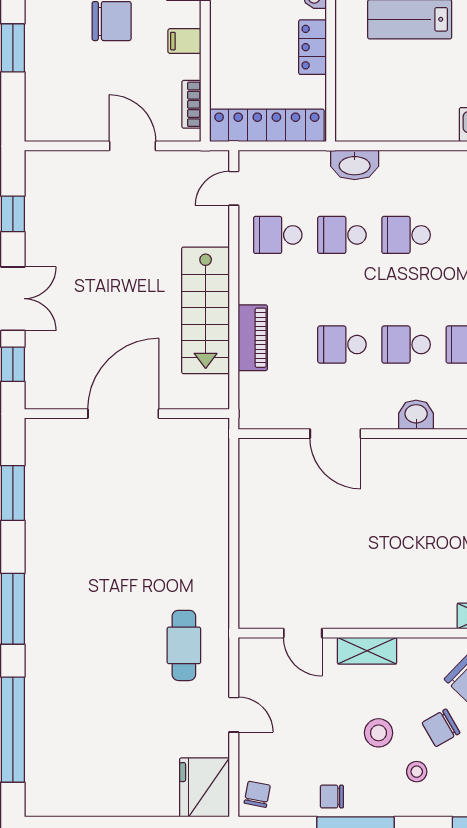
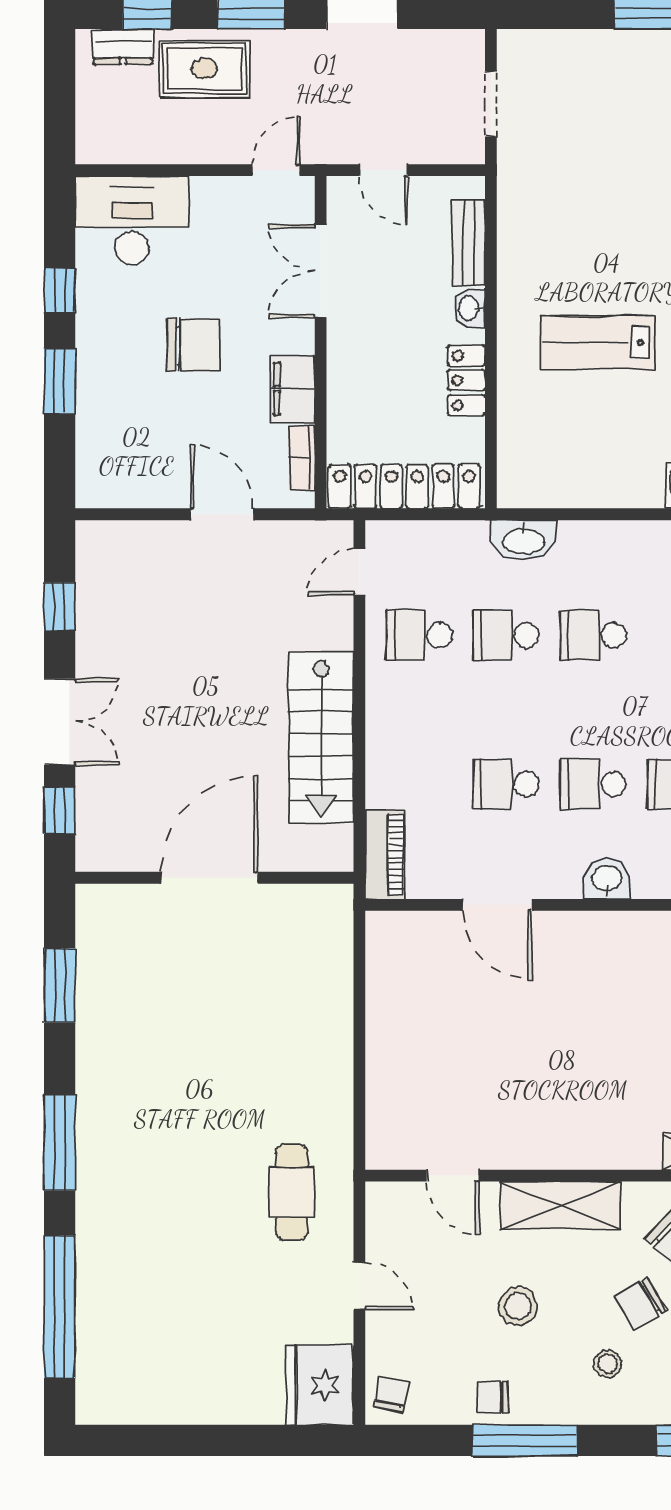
filing cabinet: (184, 41) -> (292, 389), width x2.00
piano: (253, 338) -> (385, 854), moved
shelving: (367, 651) -> (560, 1205), width x1.50, depth x1.33
stool: (379, 733) -> (518, 1306), moved

